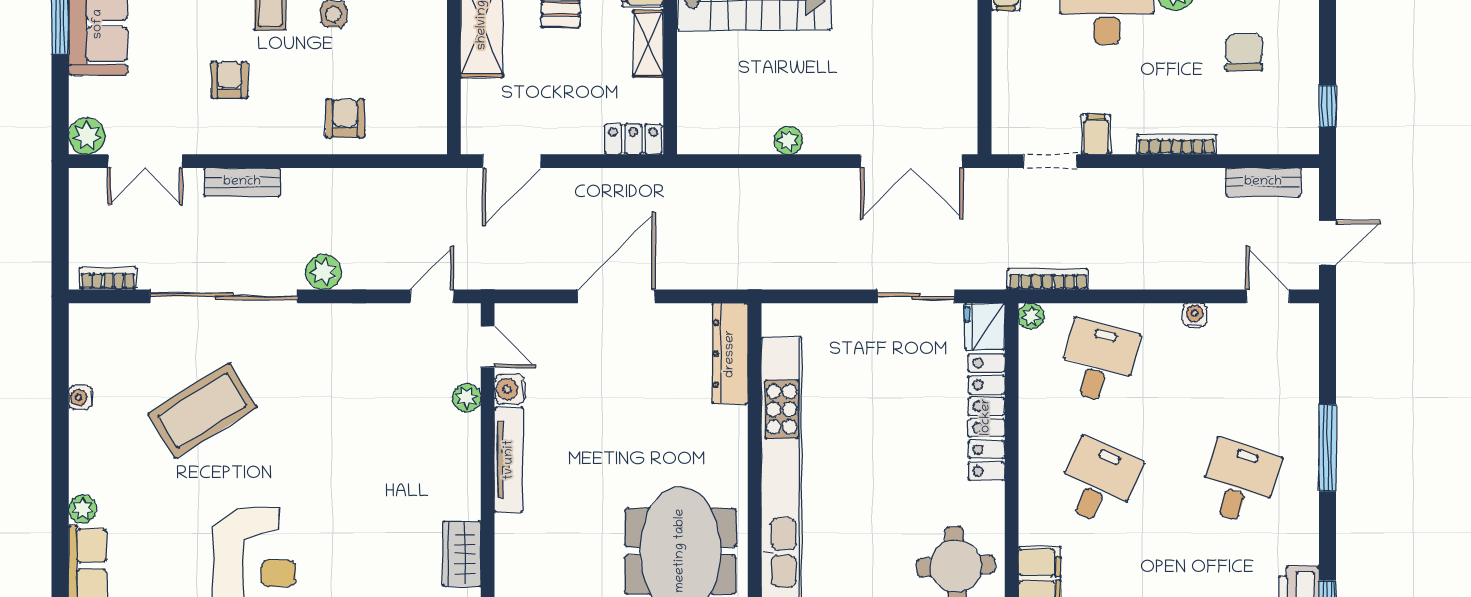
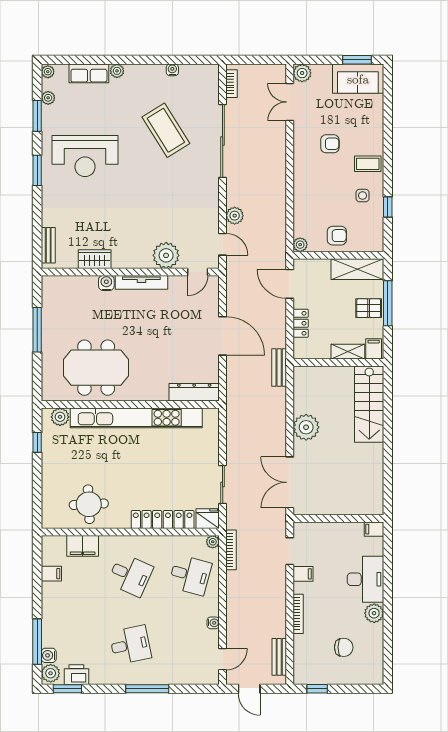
armchair: (345, 118) -> (337, 236), moved
locker: (633, 139) -> (301, 323), moved
plant: (433, 140) -> (300, 245), added
plant: (788, 140) -> (306, 427), width x1.87, depth x1.87
bench: (242, 182) -> (279, 368), moved
plant: (324, 272) -> (235, 216), moved
water cooler: (510, 389) -> (106, 283), moved
plant: (467, 398) -> (166, 255), width x1.87, depth x1.87
desk: (1239, 482) -> (130, 645), turned -30

